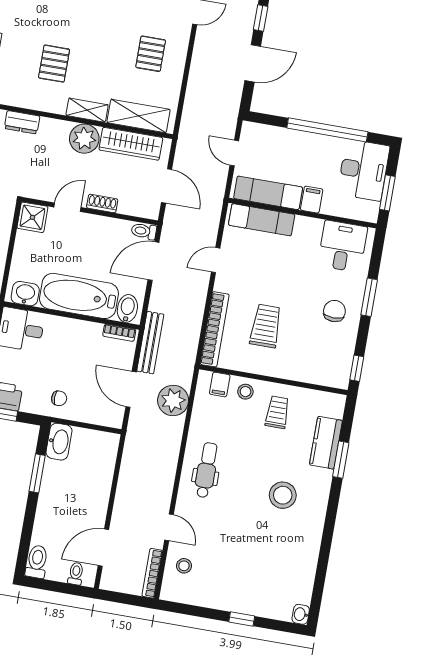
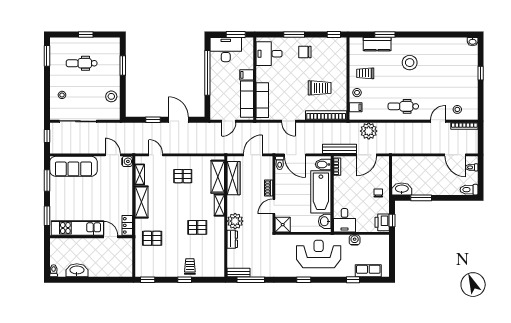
plant: (84, 139) -> (235, 221), moved
door: (67, 207) -> (274, 207), hinge flipped
trolley: (266, 326) -> (320, 88), turned 180

